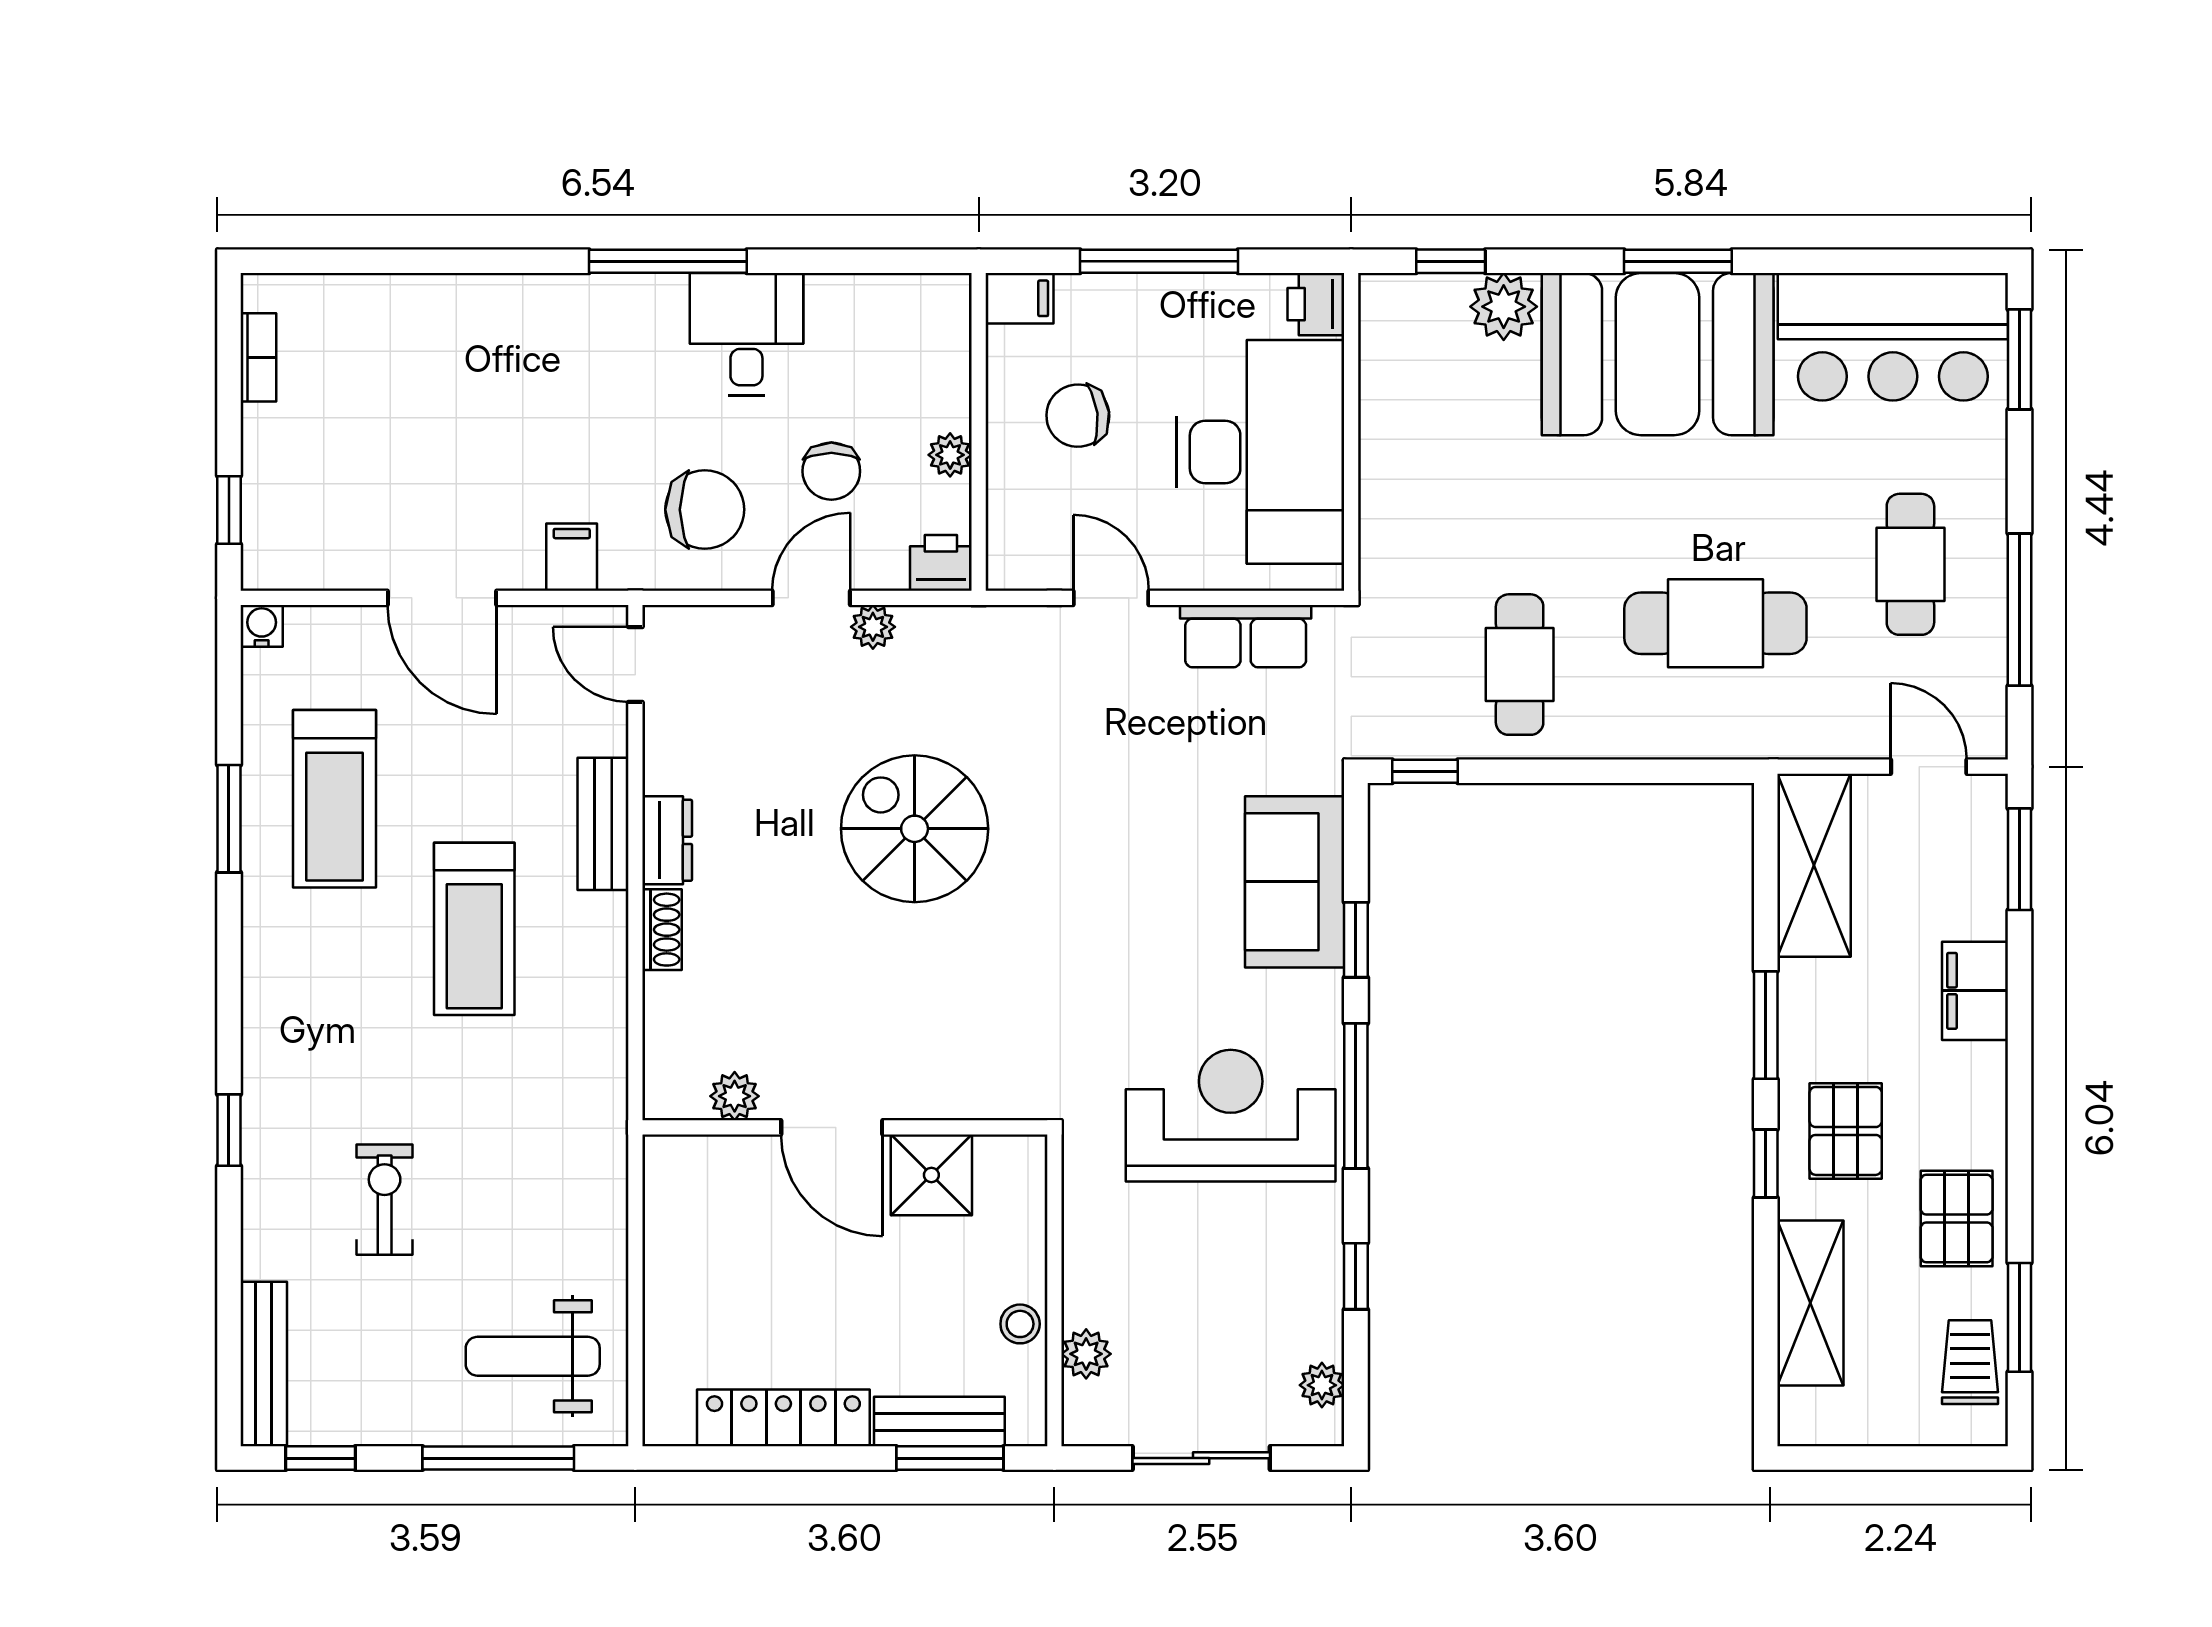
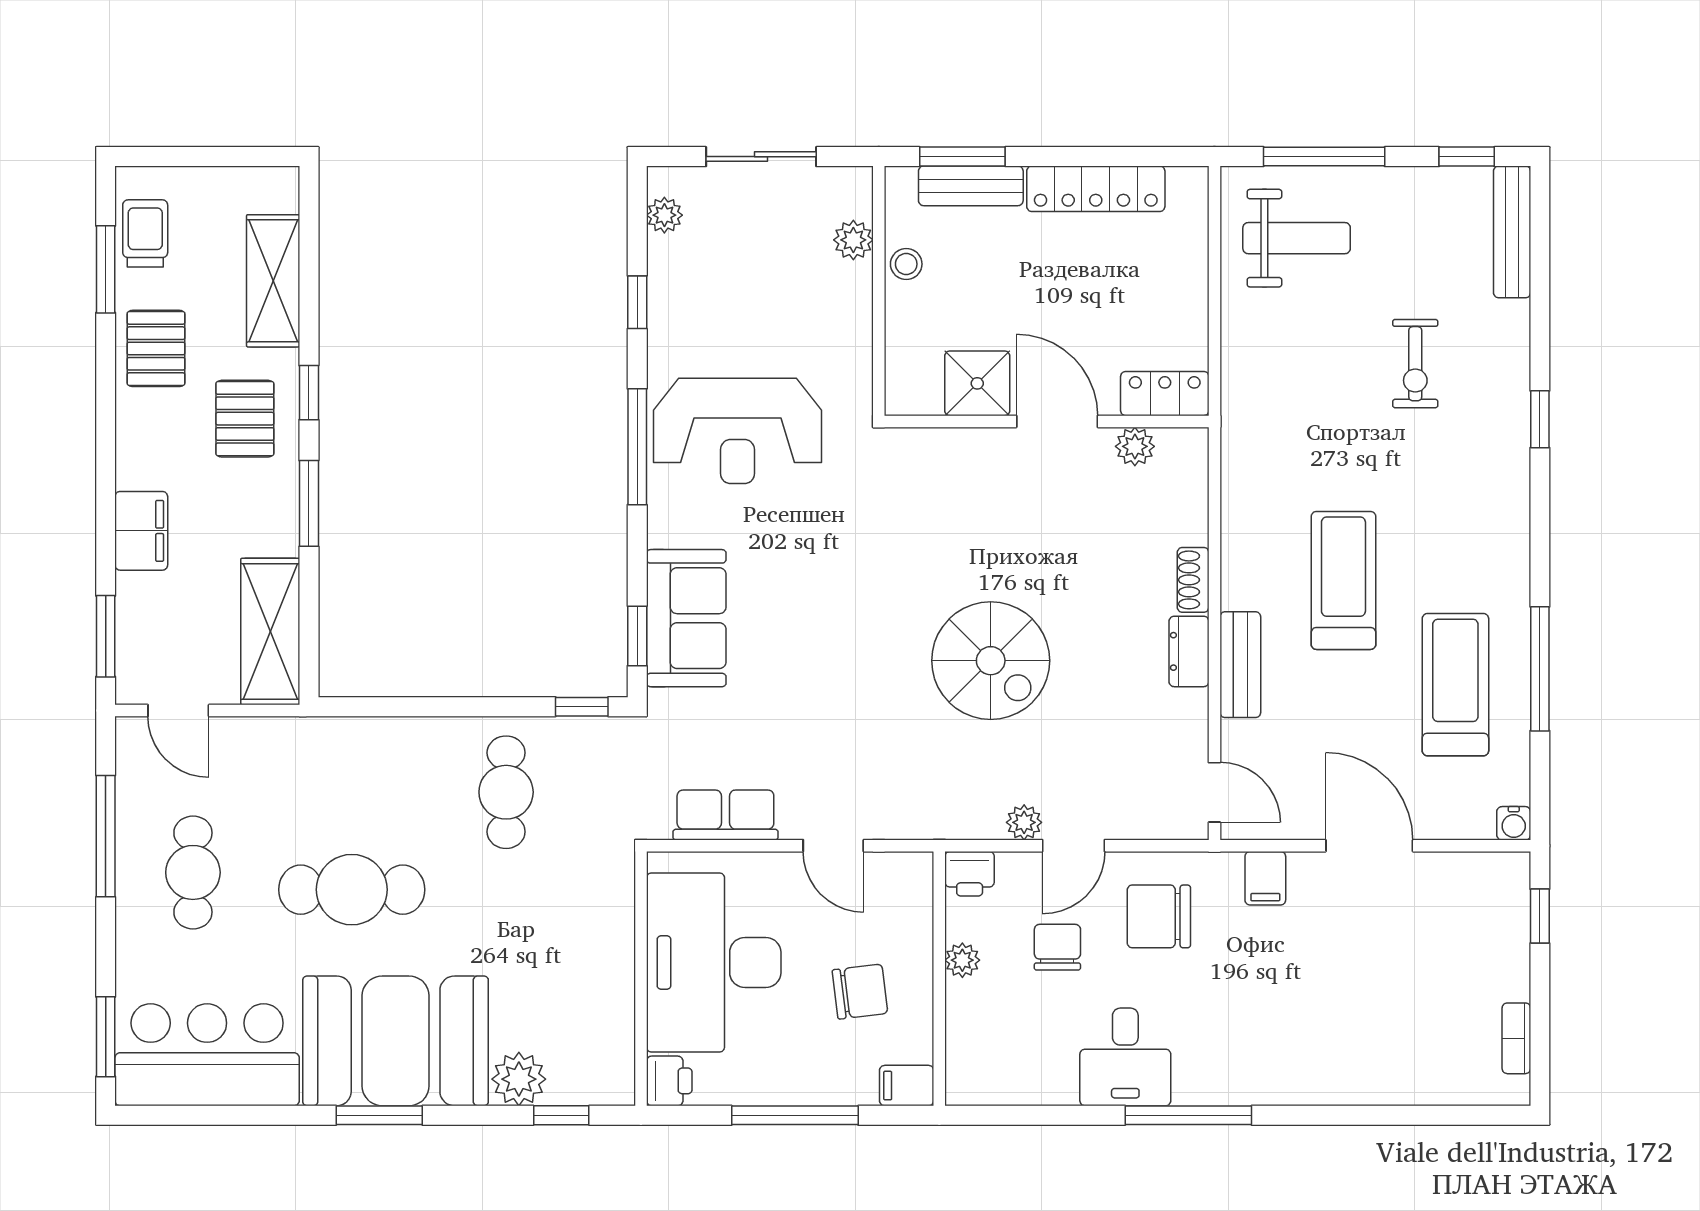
cafe table: (1715, 623) -> (352, 890), moved
window: (229, 819) -> (1540, 669), width x1.44
window: (1356, 940) -> (637, 636), moved
locker: (697, 1162) -> (1165, 394), added
trolley: (1970, 1362) -> (145, 233), turned 180

